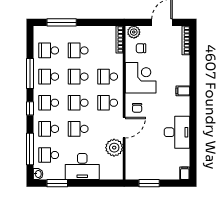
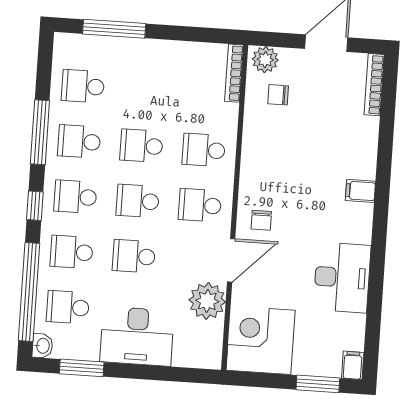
school desk: (78, 50) -> (145, 90), removed
corner desk: (141, 78) -> (261, 340), moved, turned -90
window: (30, 149) -> (29, 292), width x1.46
window: (149, 183) -> (318, 384), moved

